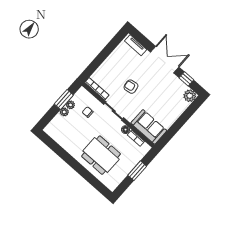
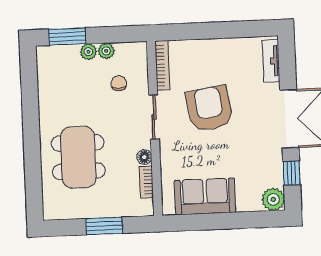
armchair: (131, 87) -> (209, 109), width x1.88, depth x1.88
window: (64, 99) -> (67, 37), moved
sofa: (149, 127) -> (205, 196), moved, turned -90

